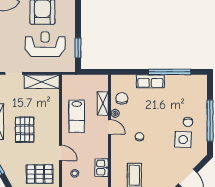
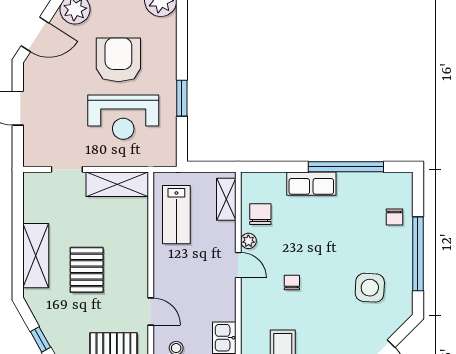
reception desk: (45, 44) -> (123, 117), turned 180
window: (78, 48) -> (182, 98), moved
shelving: (103, 103) -> (226, 199), moved
lab bench: (77, 116) -> (176, 215), moved
chair: (188, 122) -> (394, 217), moved

